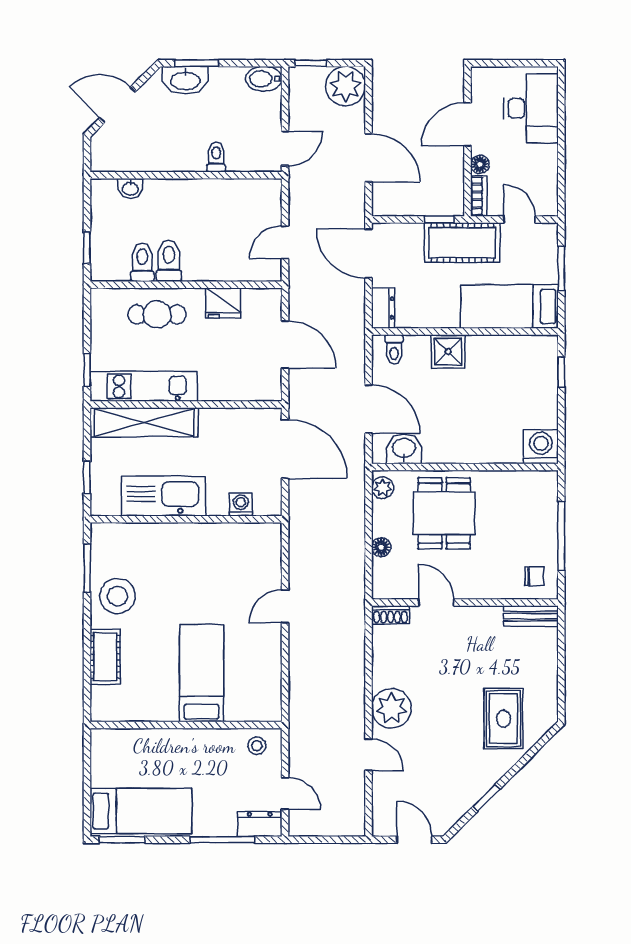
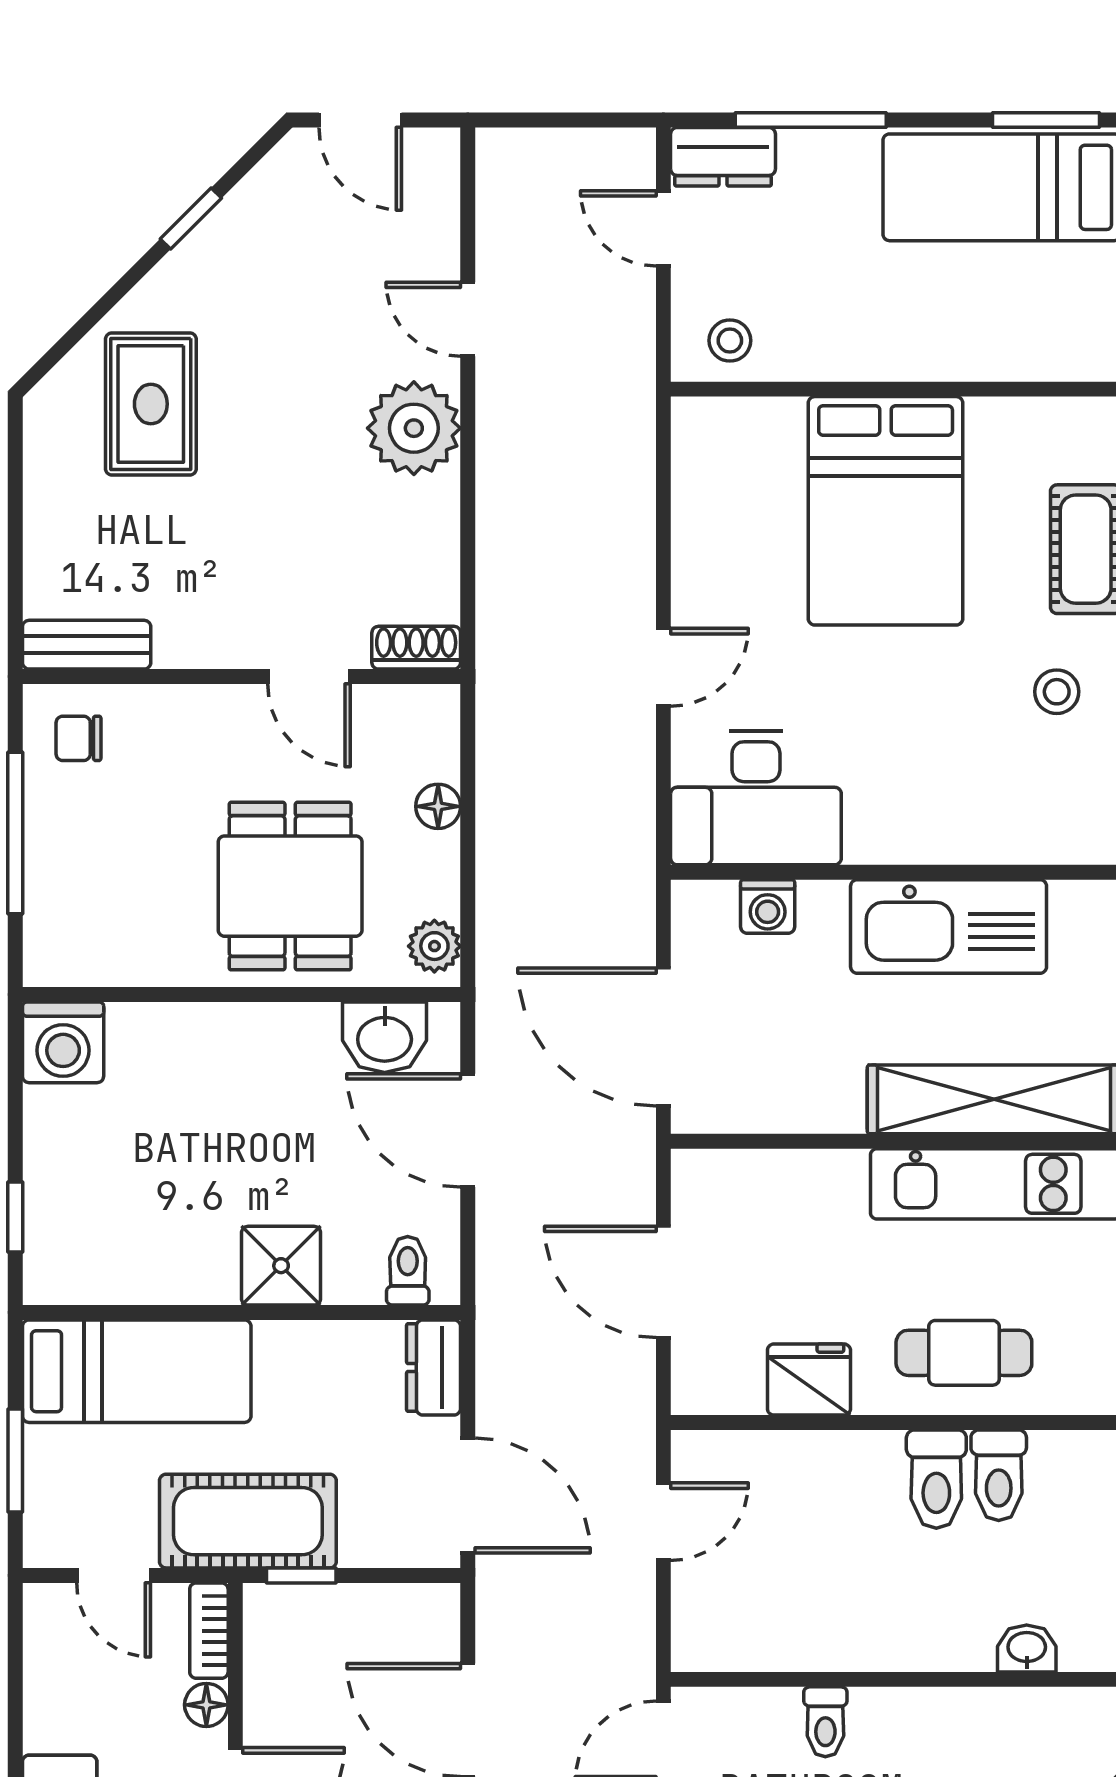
desk: (246, 551) -> (756, 798), added
stool: (118, 596) -> (1057, 692), width x0.53, depth x0.53
bed: (201, 673) -> (886, 511), width x1.50

